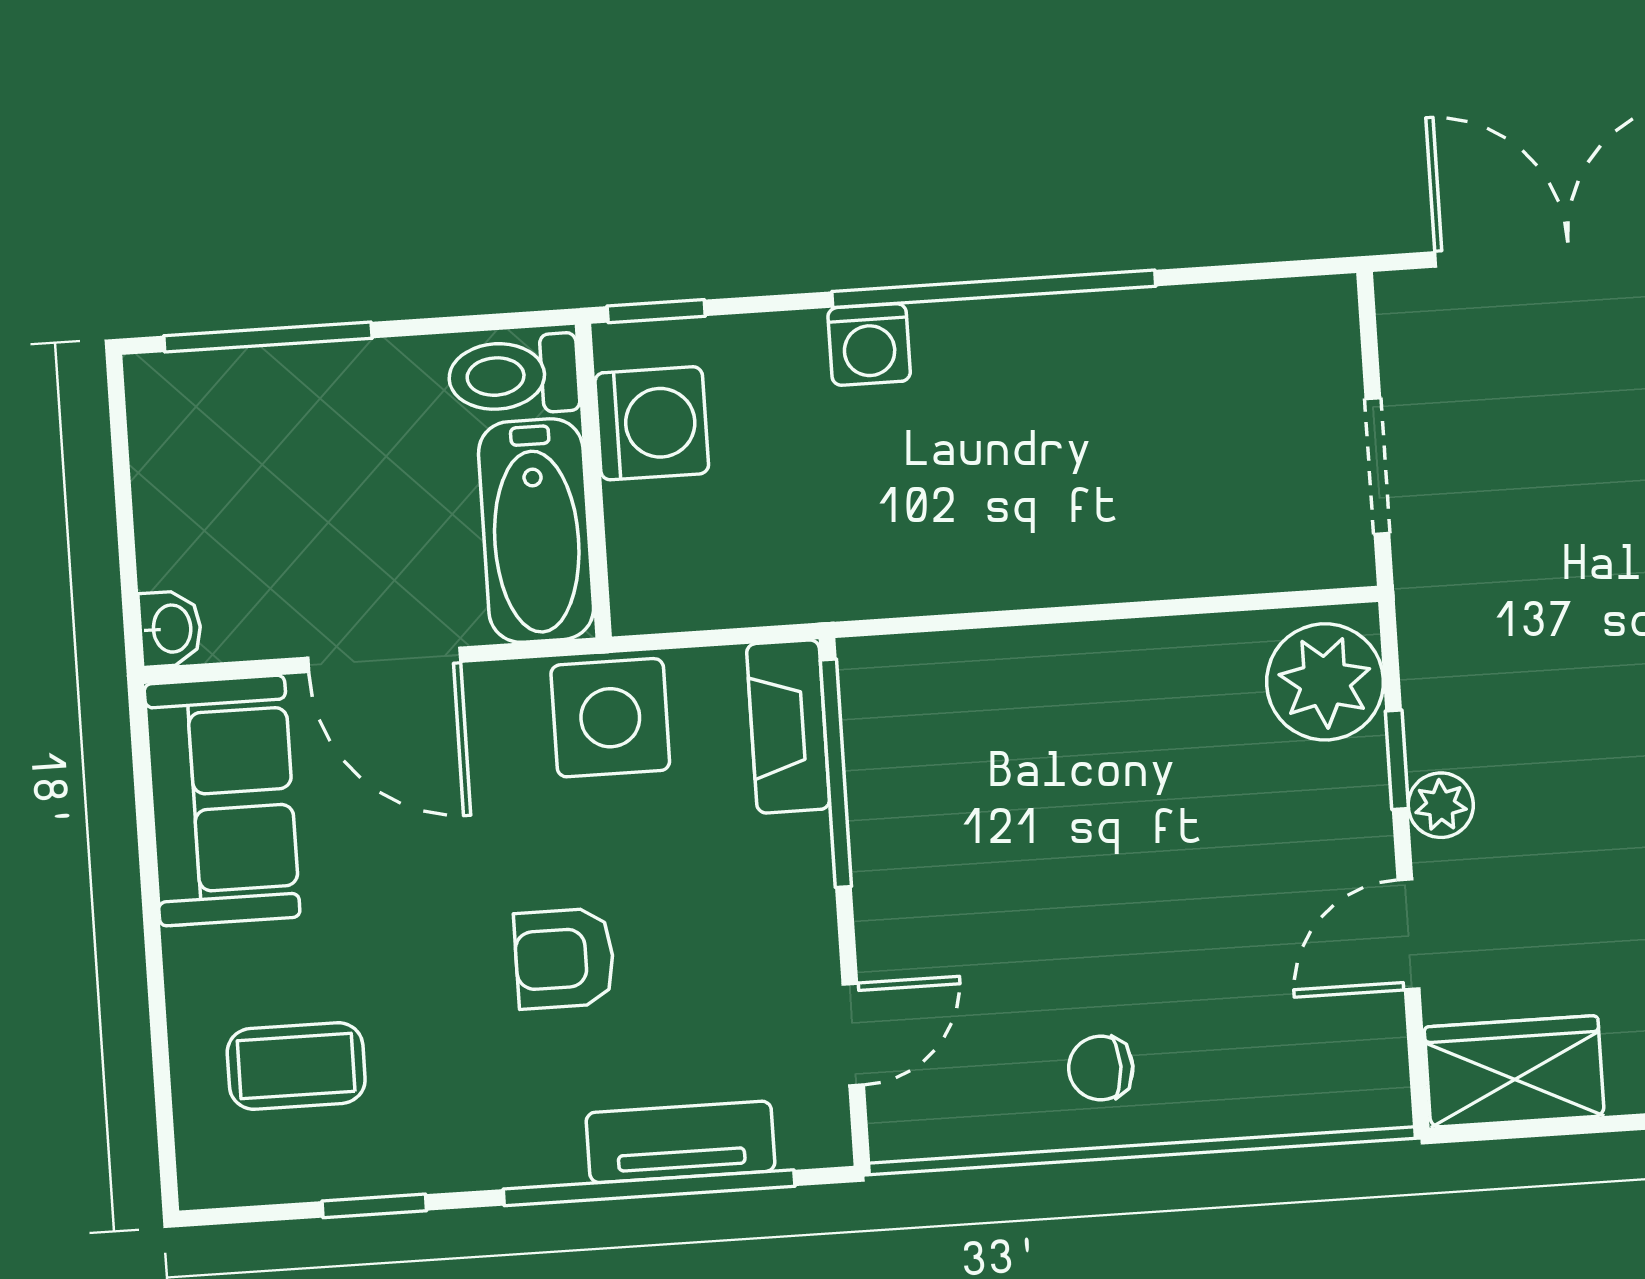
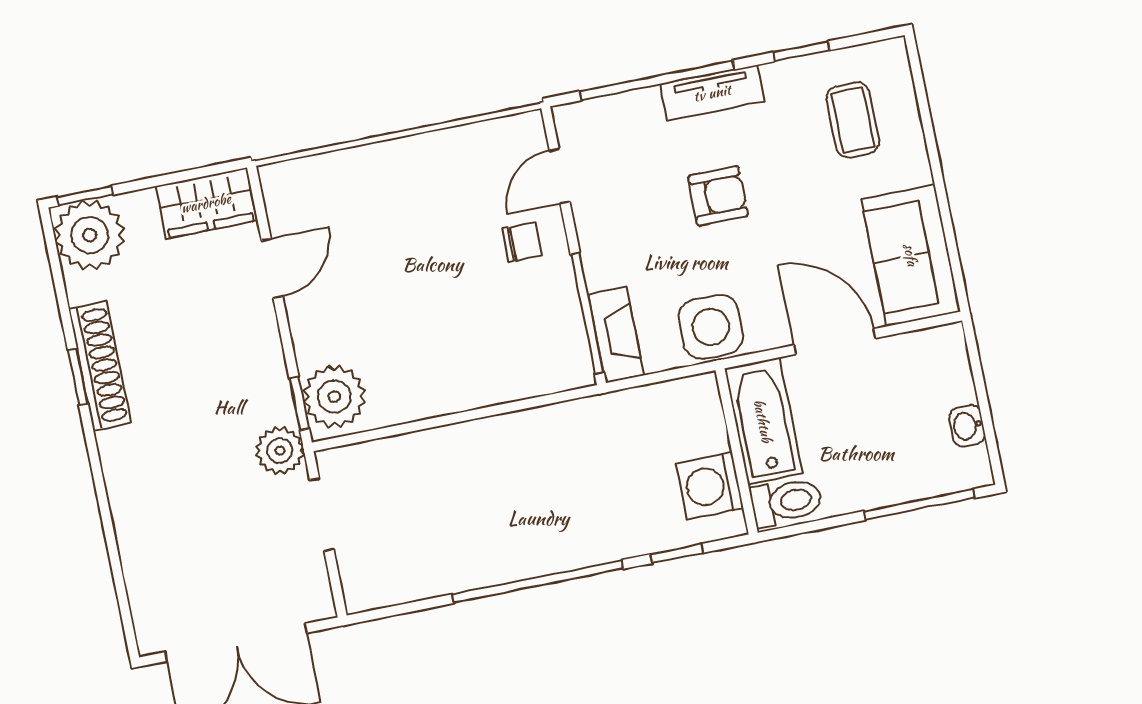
window: (656, 311) -> (677, 554), moved
washing machine: (869, 344) -> (600, 543), removed
washbasin: (170, 629) -> (967, 426), moved
window: (1397, 760) -> (299, 403), moved
plant: (1441, 805) -> (280, 451), moved, width x1.38, depth x1.38
coffee table: (296, 1066) -> (853, 120), turned 90
chair: (1101, 1068) -> (522, 242), moved
tv unit: (681, 1142) -> (712, 93), moved

